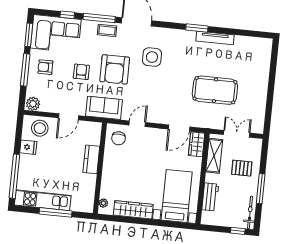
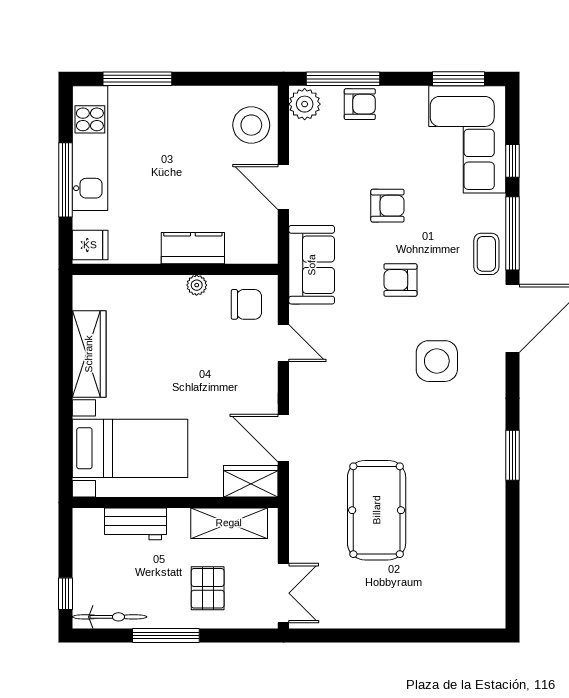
tv unit: (215, 38) -> (494, 498), removed
armchair: (45, 67) -> (360, 104), moved, turned 90
armchair: (115, 69) -> (400, 280), width x0.53, depth x0.53
window: (25, 70) -> (343, 79), moved
double door: (237, 134) -> (283, 593), moved
chair: (119, 138) -> (246, 304), turned 180
fridge: (28, 147) -> (90, 245), moved, turned -90
window: (14, 176) -> (137, 79), width x0.68
plant: (103, 203) -> (197, 285), moved

